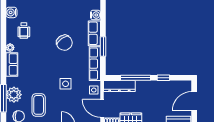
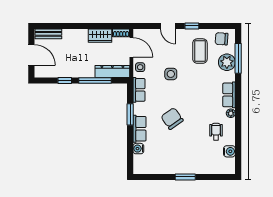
row of seats: (95, 64) -> (139, 90), width x0.68
door: (194, 101) -> (31, 55), hinge flipped

